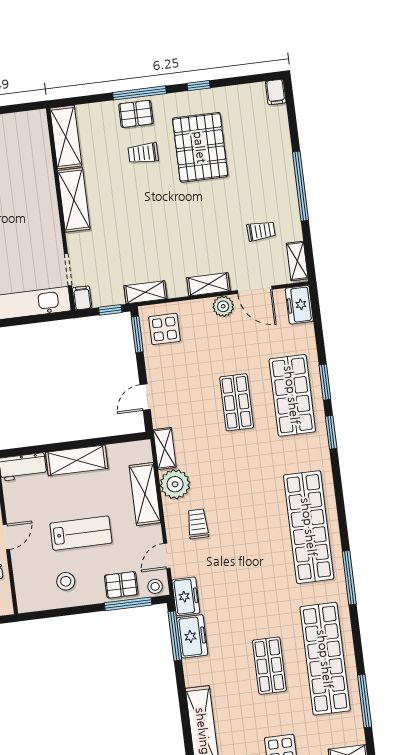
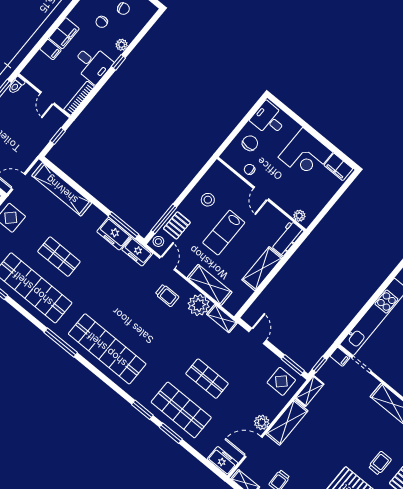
shelving: (208, 284) -> (287, 422), width x1.50, depth x1.33

